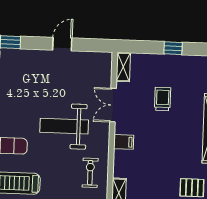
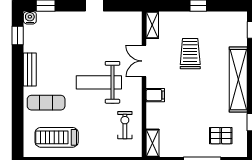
trolley: (163, 99) -> (190, 54), width x1.36, depth x1.39

